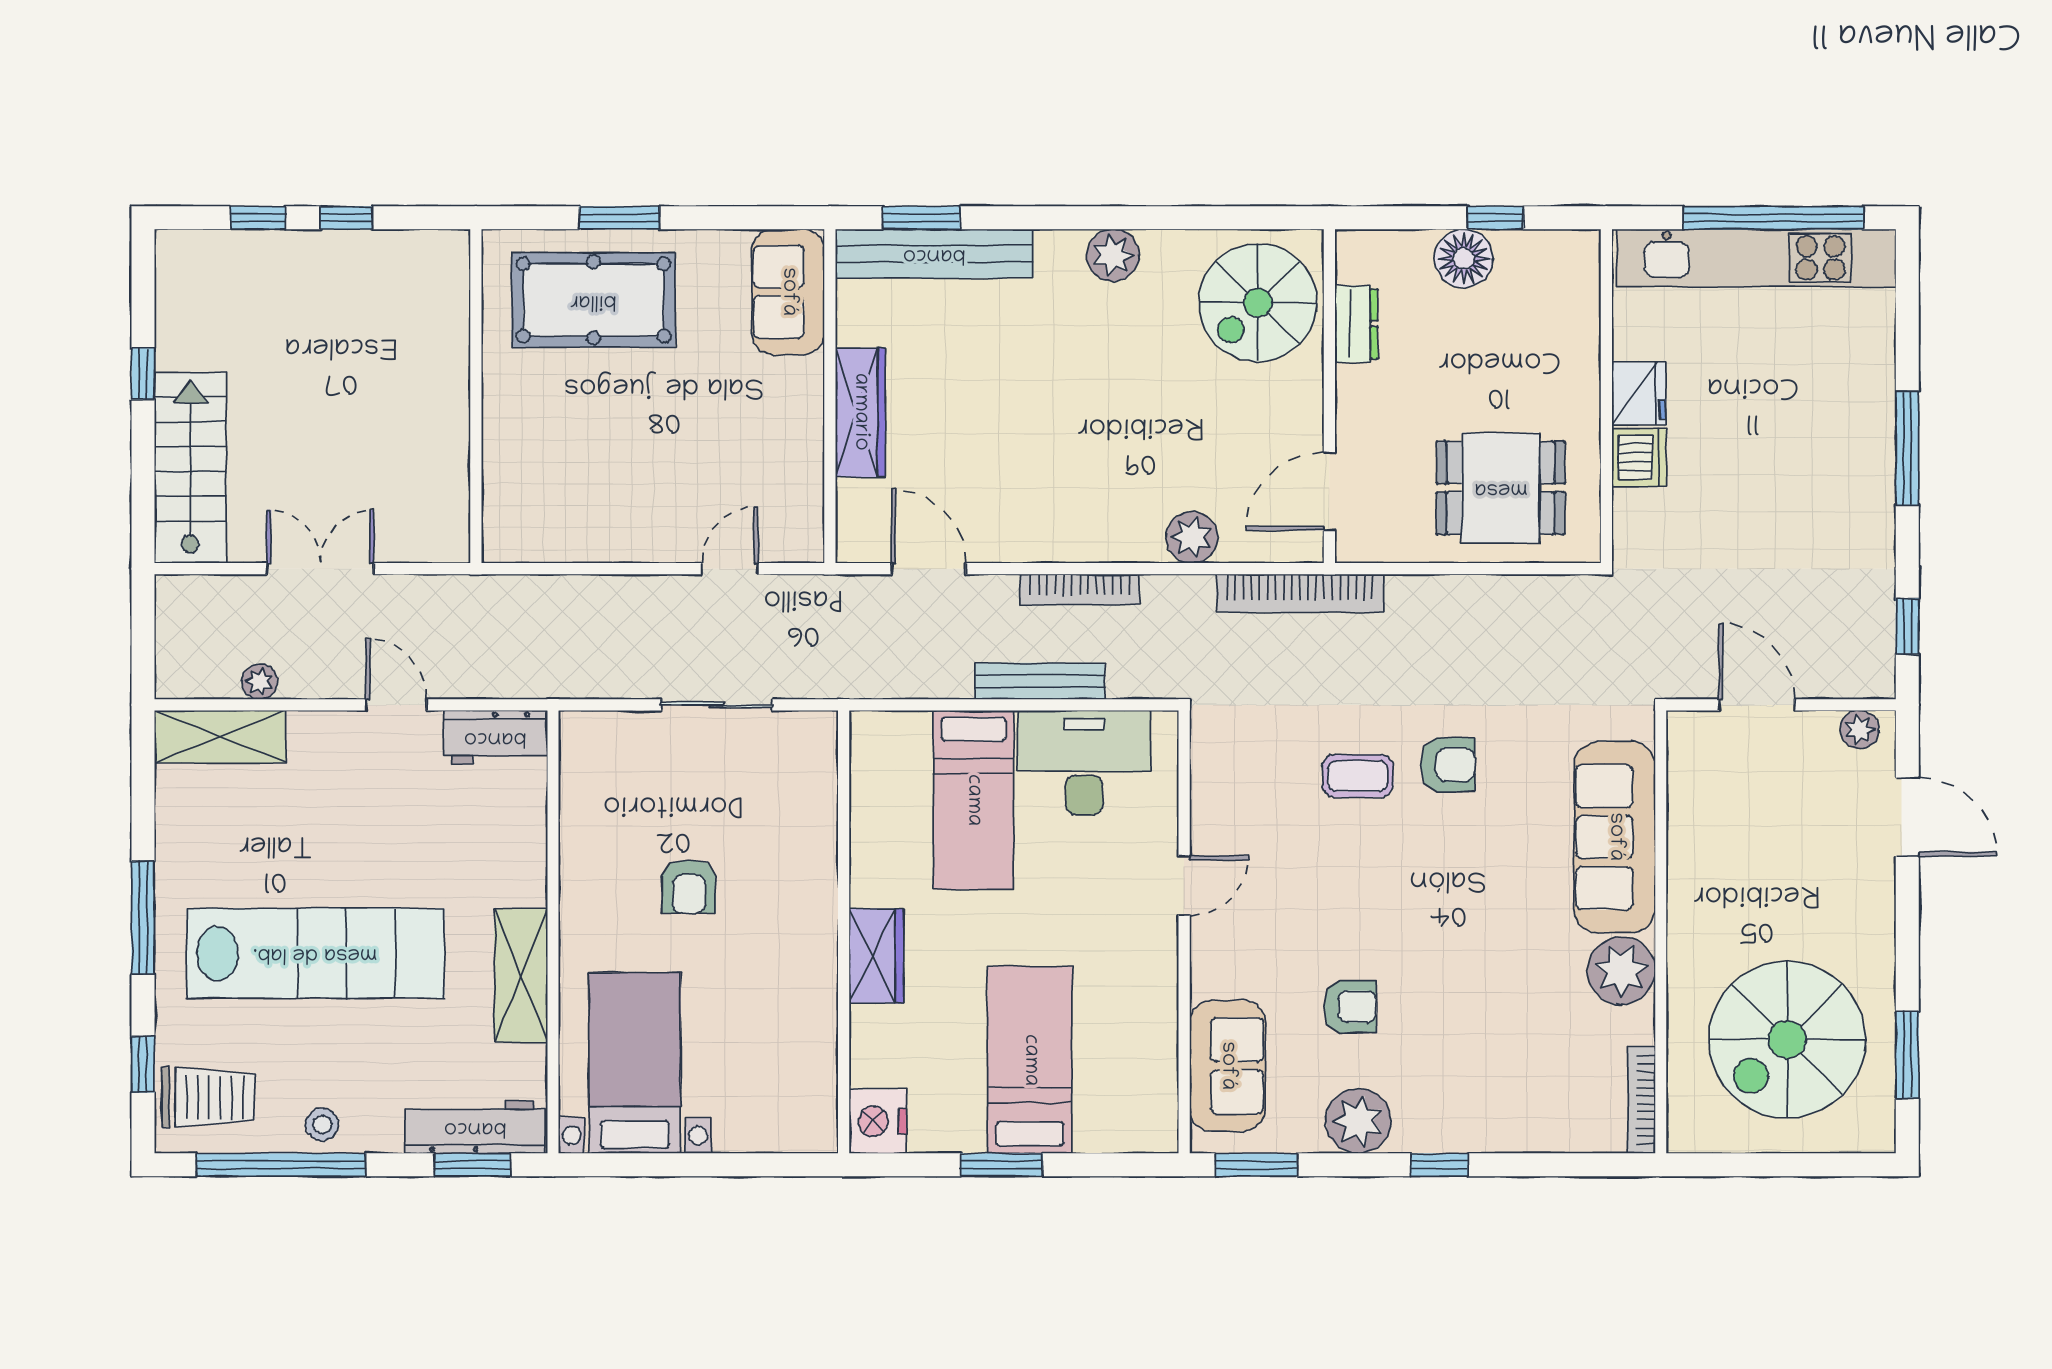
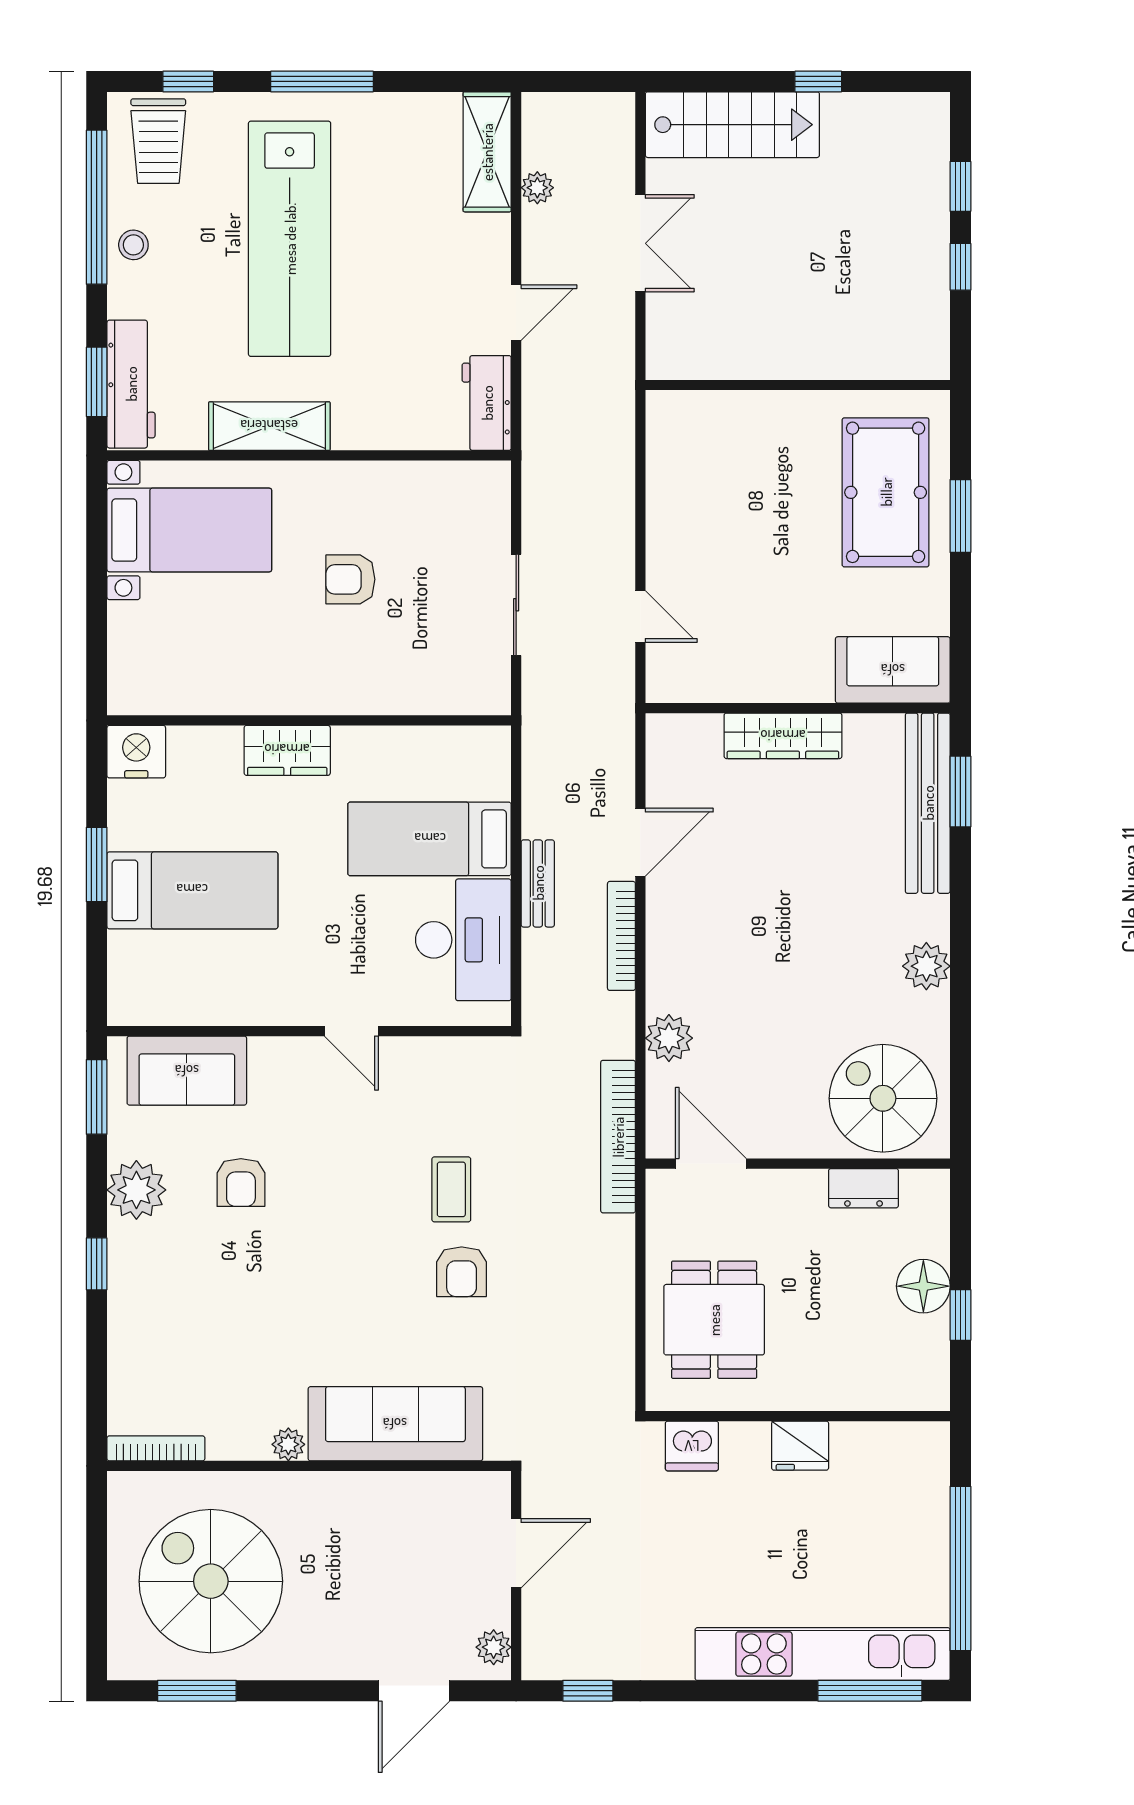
kitchen unit: (1756, 258) -> (823, 1654), moved, turned 90
window: (1907, 448) -> (870, 1691), moved
dishwasher: (1639, 457) -> (692, 1446), moved
door: (929, 569) -> (640, 842), moved
bench: (1040, 681) -> (538, 883), width x0.73
plant: (1621, 970) -> (288, 1444), width x0.53, depth x0.53

